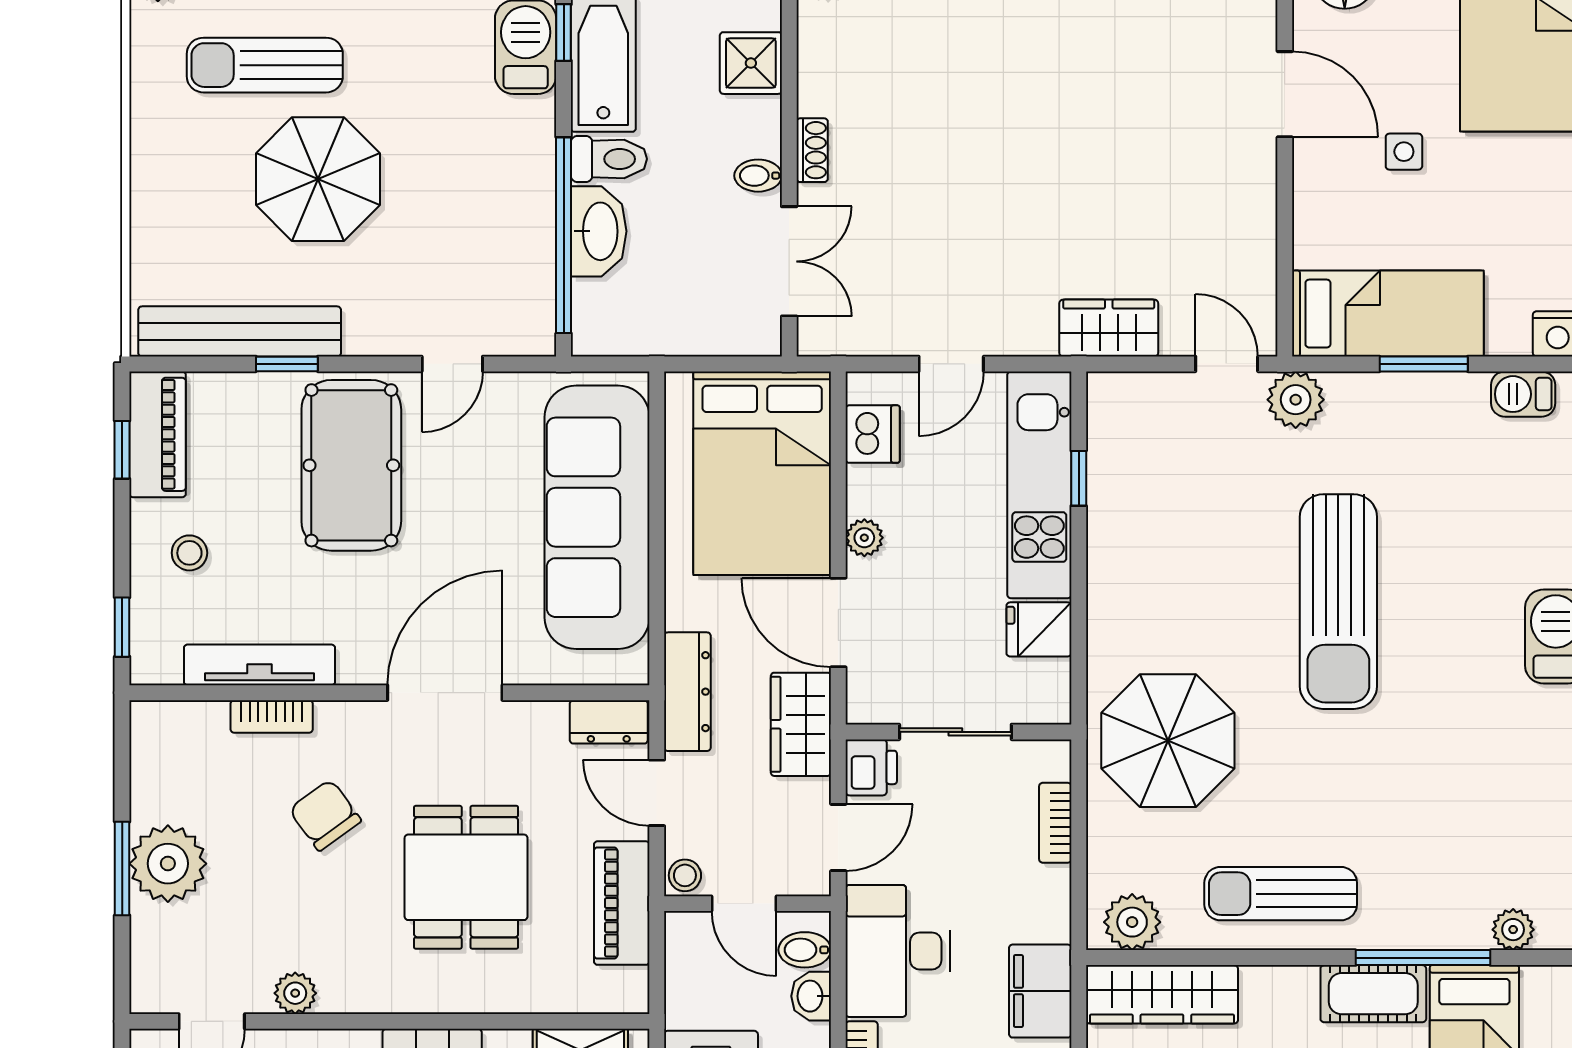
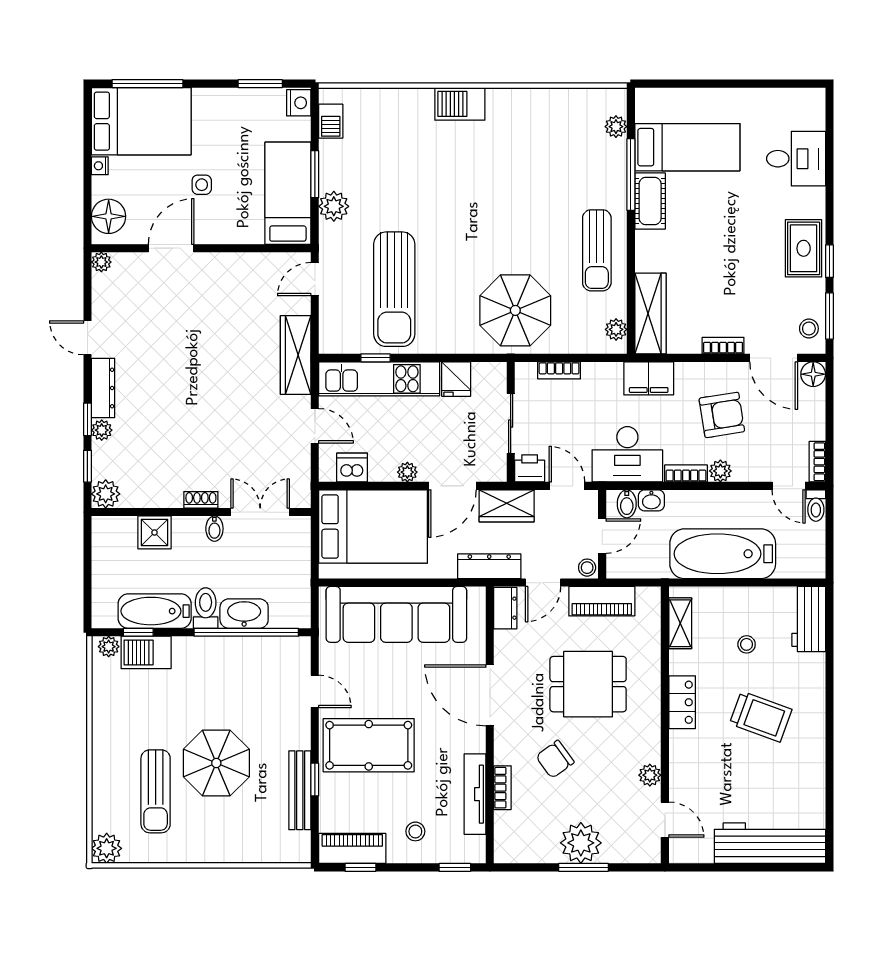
wardrobe: (1109, 328) -> (296, 355), width x1.50
bench: (240, 331) -> (300, 790), width x0.73, depth x0.82
plant: (1296, 400) -> (334, 206), moved
sun lounger: (1338, 602) -> (394, 289), moved, turned 90
plant: (1132, 922) -> (616, 329), width x0.73, depth x0.73

